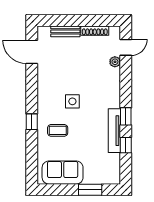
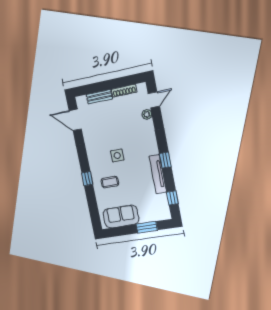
window: (126, 145) -> (172, 198), moved

